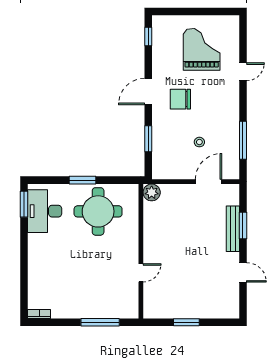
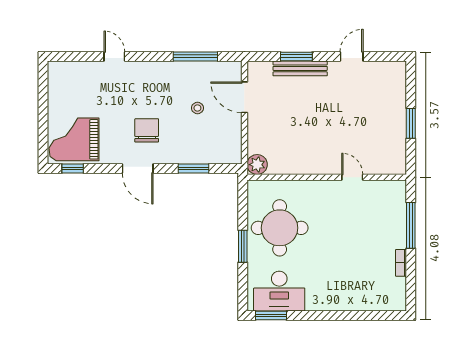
grand piano: (202, 49) -> (74, 139), moved
chair: (180, 99) -> (147, 130), turned 180
bookcase: (39, 314) -> (401, 263), moved

